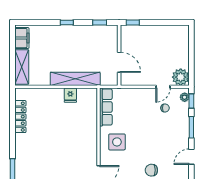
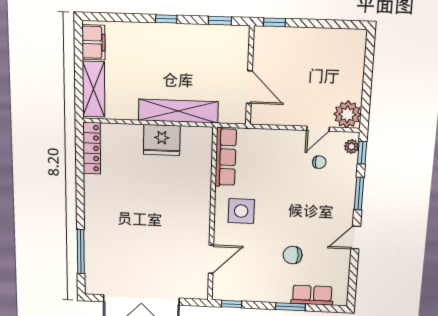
fridge: (70, 95) -> (162, 140), width x1.88, depth x1.34
locker: (20, 117) -> (92, 148), moved

